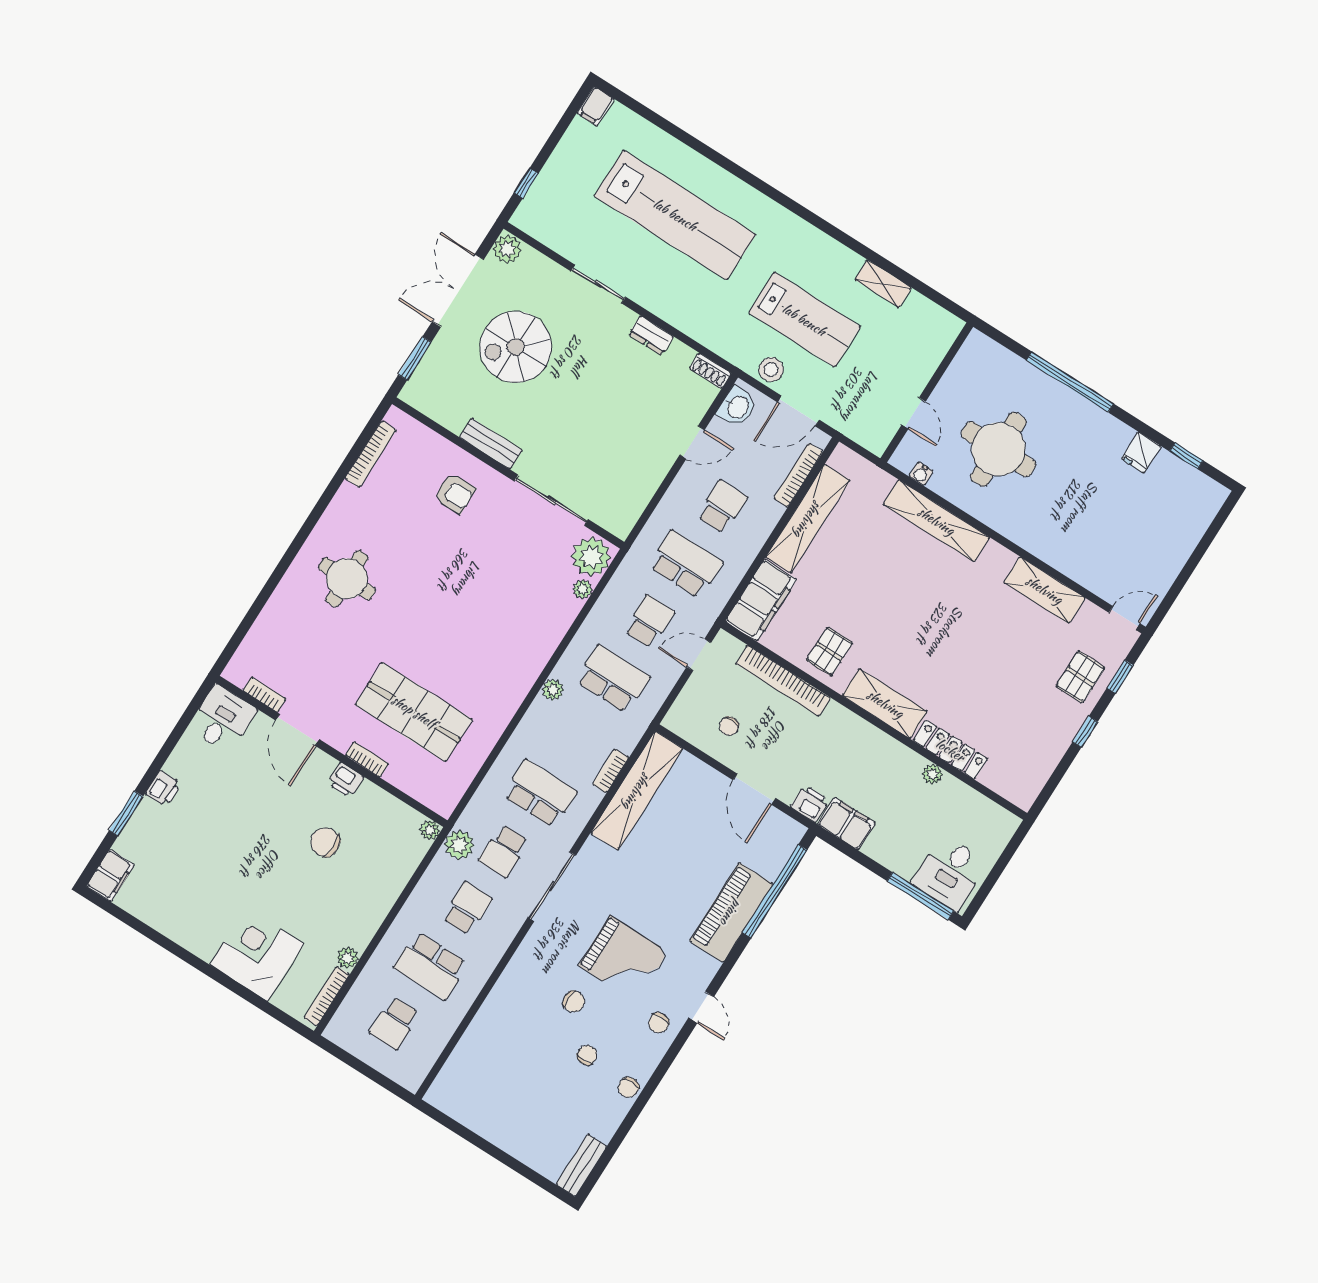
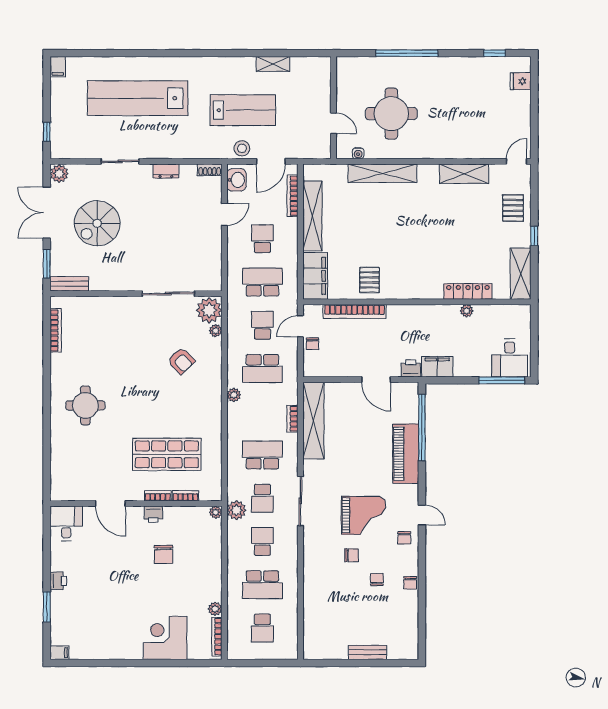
lab bench: (675, 215) -> (138, 98), turned 180
bench: (491, 444) -> (69, 284), moved
fridge: (1141, 452) -> (521, 81), moved, turned 90
armchair: (455, 493) -> (181, 361), moved, turned 47
window: (1120, 677) -> (534, 194), removed
school desk: (613, 679) -> (262, 369), turned 180
bookcase: (264, 695) -> (185, 496), moved
shelving: (885, 704) -> (521, 274), moved, turned 90
chair: (729, 726) -> (312, 344), moved
chair: (325, 842) -> (164, 554), turned -90
filing cabinet: (110, 875) -> (59, 653), width x0.50
bench: (581, 1165) -> (368, 652), moved, turned 90

